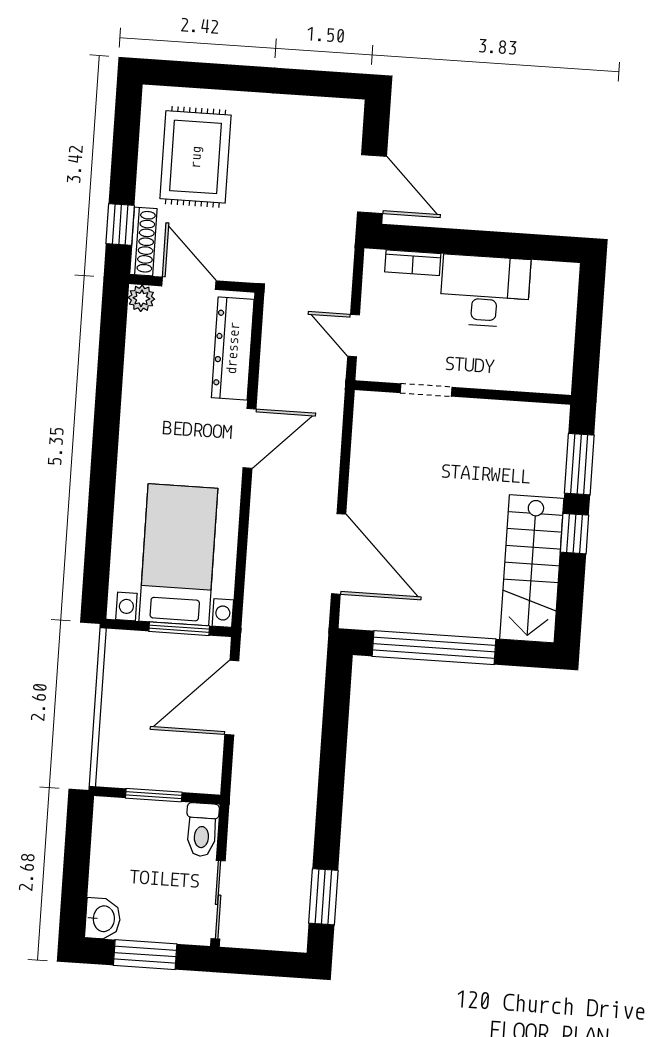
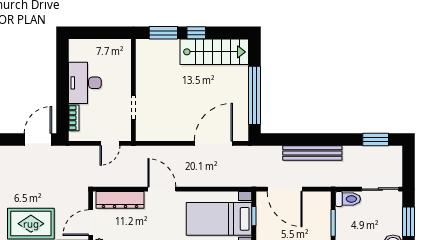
window: (179, 629) -> (254, 216), width x0.67
bench: (304, 761) -> (312, 153), added

